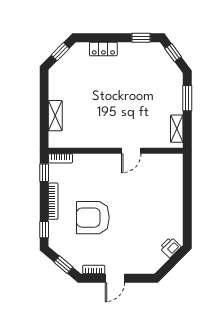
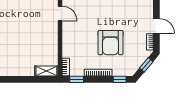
shelving: (55, 116) -> (46, 71), moved

